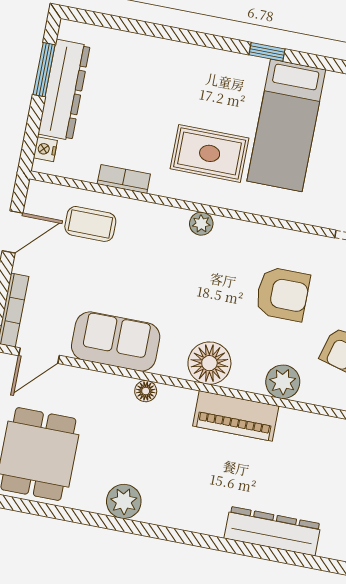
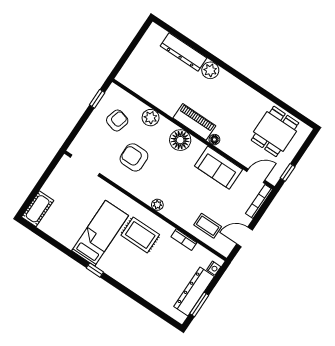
piano: (236, 416) -> (194, 122), moved
plant: (124, 501) -> (210, 70), moved

